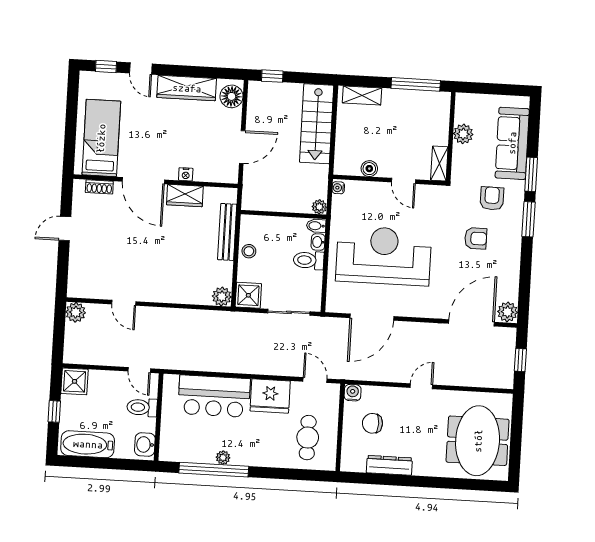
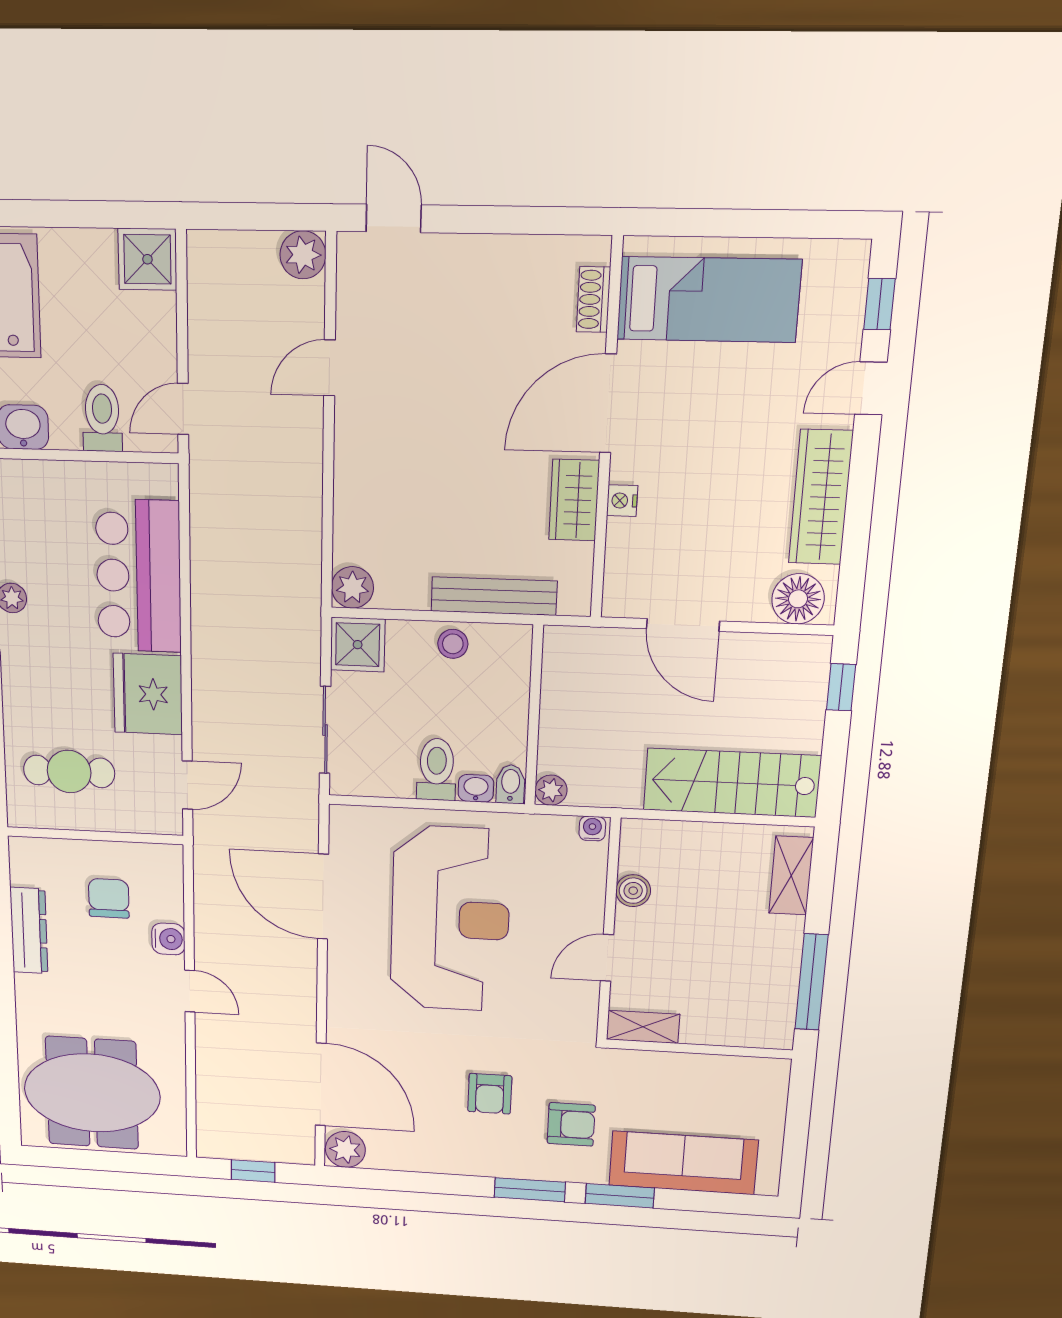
plant: (463, 134) -> (704, 1073), removed
door: (65, 228) -> (394, 218), moved
water cooler: (353, 393) -> (168, 939), moved
window: (54, 411) -> (77, 214), removed

